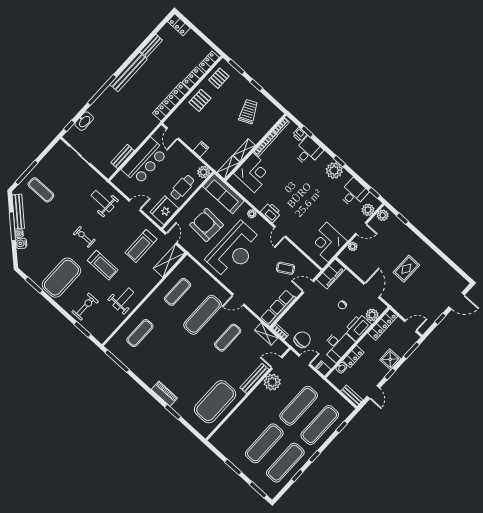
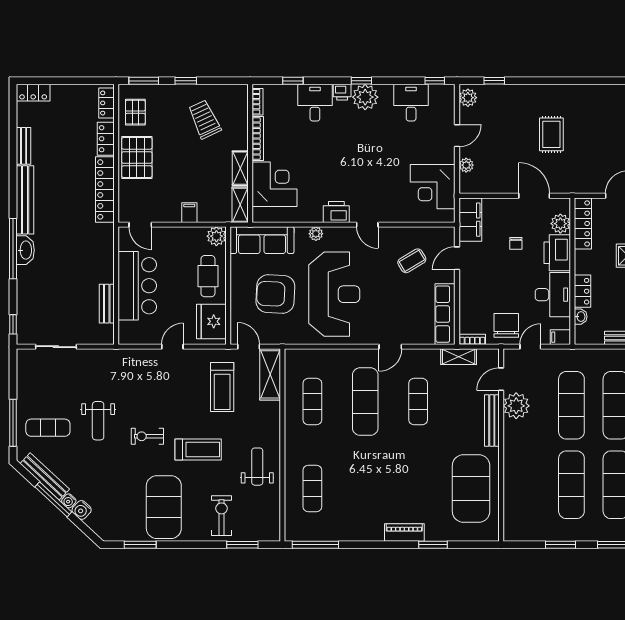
pallet: (200, 100) -> (137, 158), width x1.50, depth x1.42
washbasin: (84, 121) -> (25, 250), moved
printer: (300, 135) -> (342, 92), moved
weight bench: (102, 201) -> (98, 421), moved, turned -90
plant: (368, 210) -> (445, 107), removed

